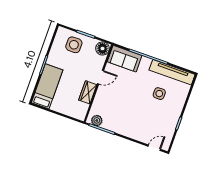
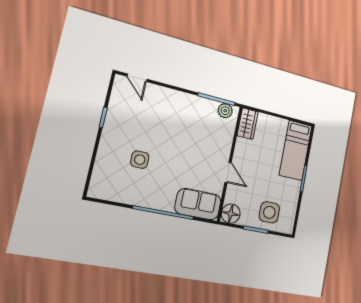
tv unit: (172, 72) -> (124, 195), removed
door: (101, 77) -> (228, 173), swing flipped
wardrobe: (88, 92) -> (248, 124), moved
door: (154, 148) -> (137, 78), hinge flipped

